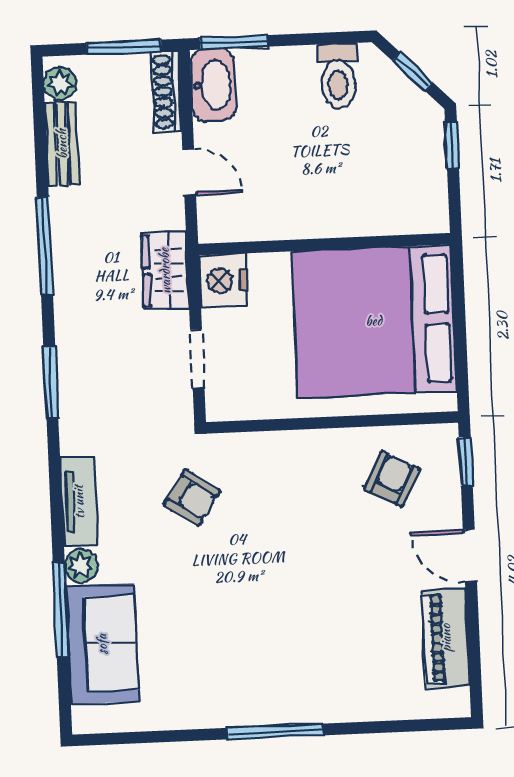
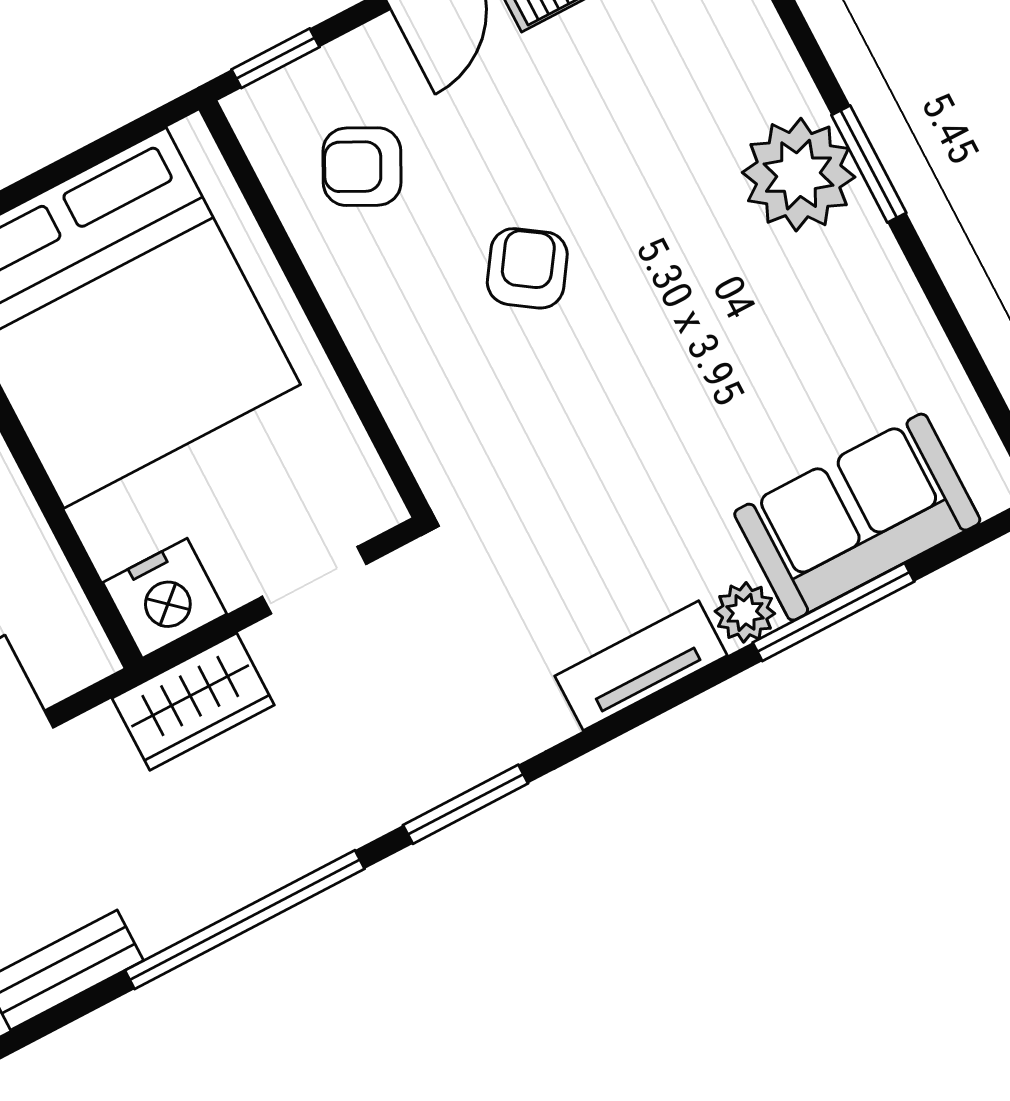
window: (45, 246) -> (245, 920), width x1.46
armchair: (192, 498) -> (527, 268), moved
plant: (286, 694) -> (799, 175), added
window: (275, 732) -> (869, 164), width x0.69

